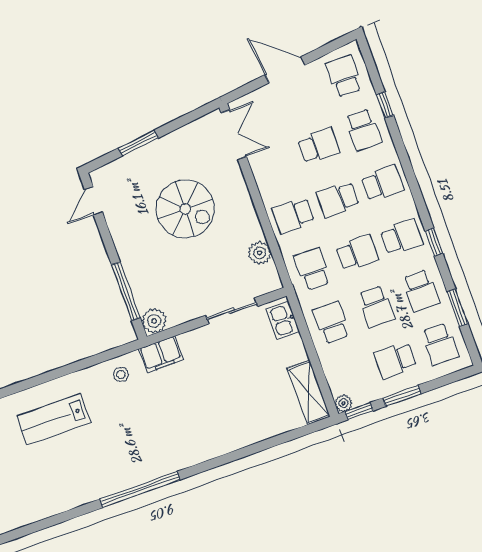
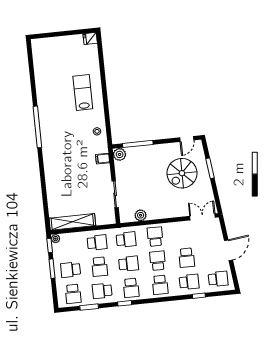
school desk: (363, 130) -> (189, 282), turned 180
double door: (234, 135) -> (203, 217), swing flipped
door: (93, 201) -> (187, 139), swing flipped
spiral stairs: (185, 209) -> (182, 173), moved
school desk: (357, 253) -> (129, 264), turned -90
school desk: (376, 307) -> (100, 267), turned -90
kitchen sink: (283, 320) -> (104, 219), removed
school desk: (440, 344) -> (73, 294), turned -90
filing cabinet: (161, 354) -> (103, 159), width x0.50
school desk: (395, 360) -> (71, 270), turned -90
shelving: (309, 392) -> (72, 222), width x1.47

